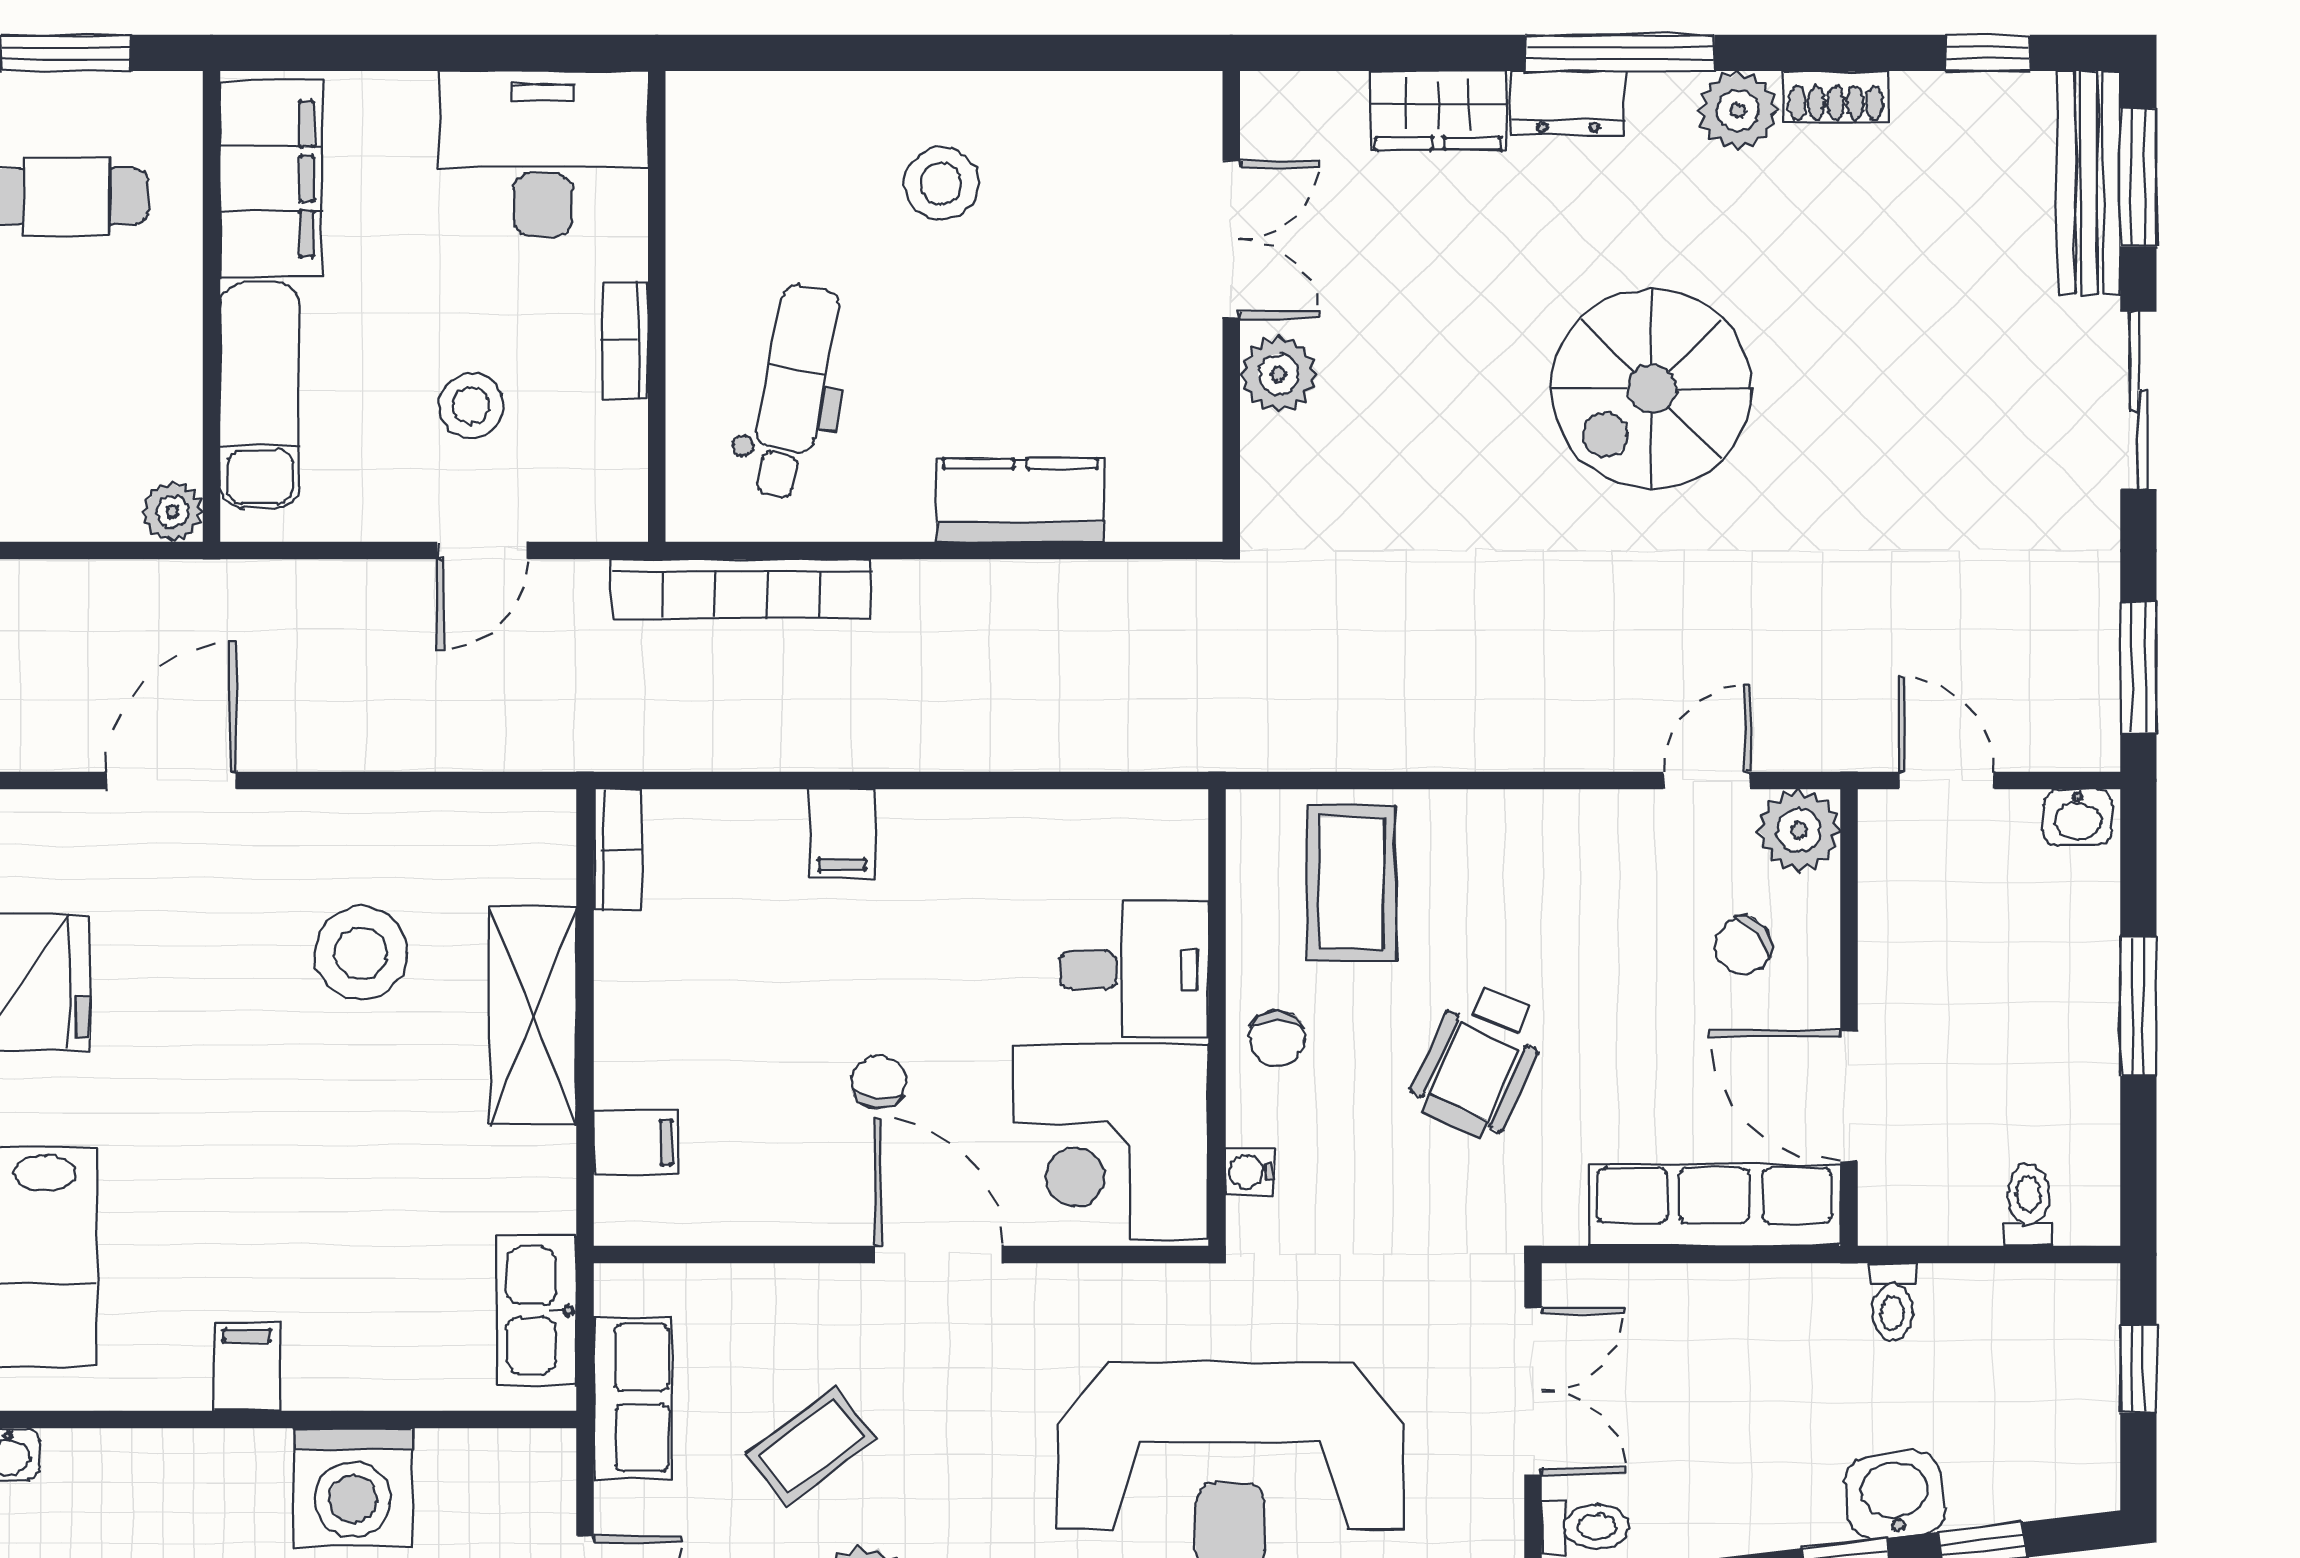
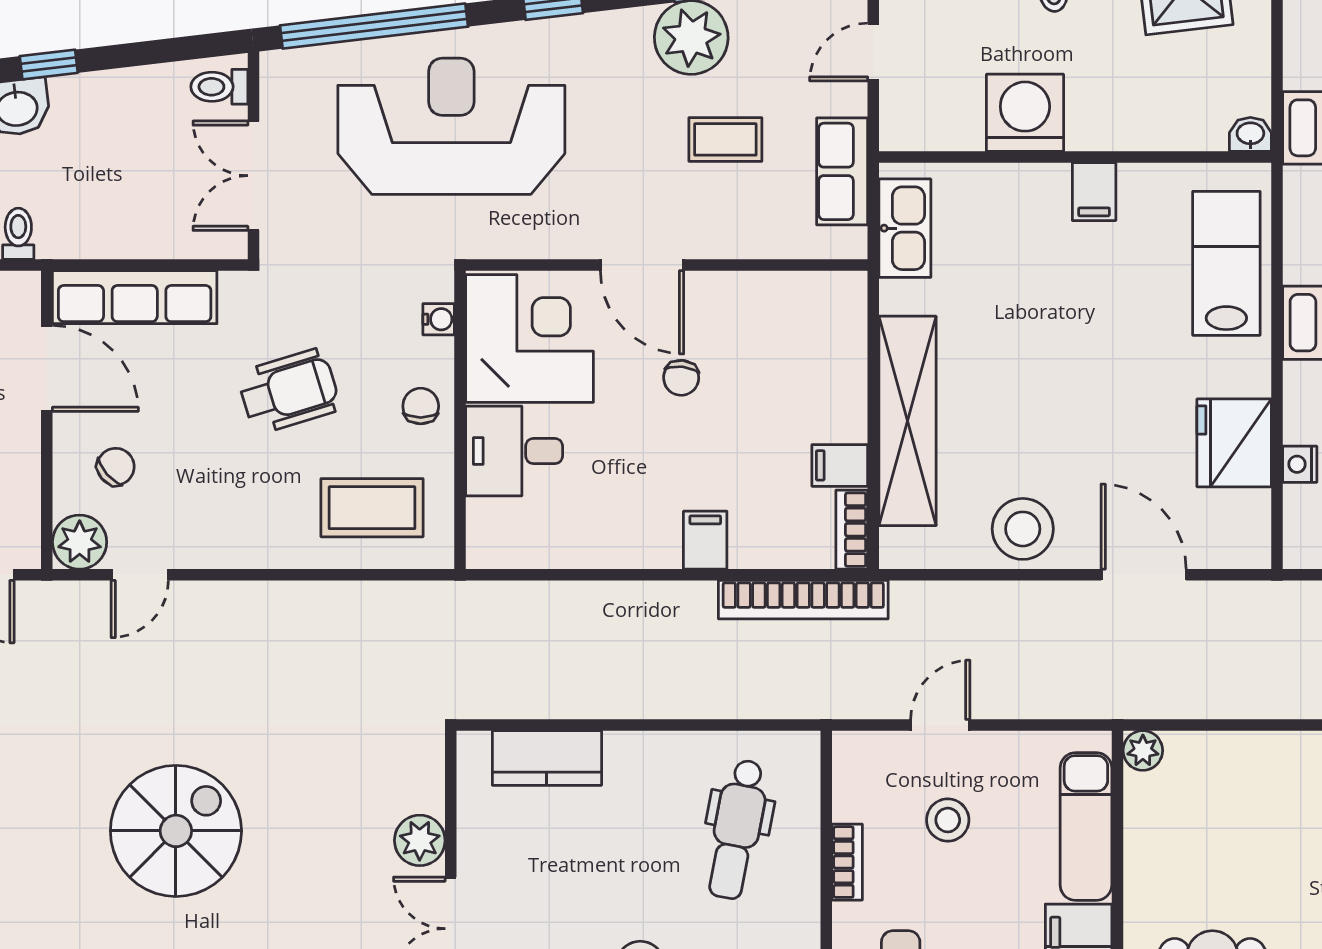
kitchen counter: (1020, 500) -> (547, 758), moved
bookcase: (741, 589) -> (803, 600), moved, turned 180
door: (171, 780) -> (1144, 575), swing flipped
coffee table: (1352, 883) -> (372, 508), turned 90
stool: (361, 953) -> (1023, 529), moved
shelving: (533, 1016) -> (907, 421), width x1.47
wheelchair: (1479, 1061) -> (289, 391), turned 49
filing cabinet: (636, 1143) -> (840, 465), moved
coffee table: (811, 1446) -> (725, 139), turned 37

